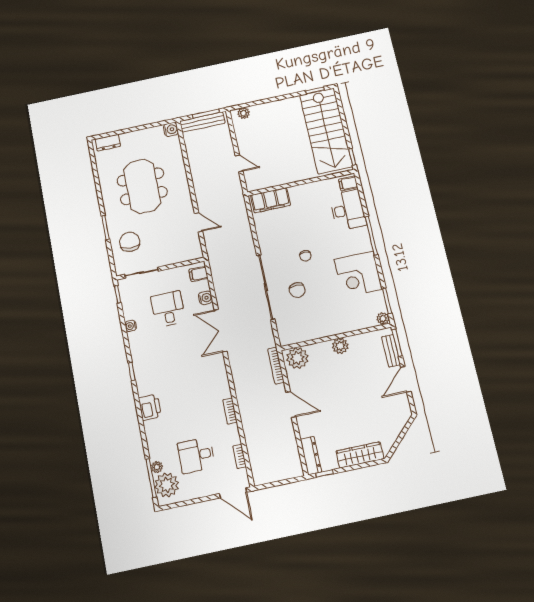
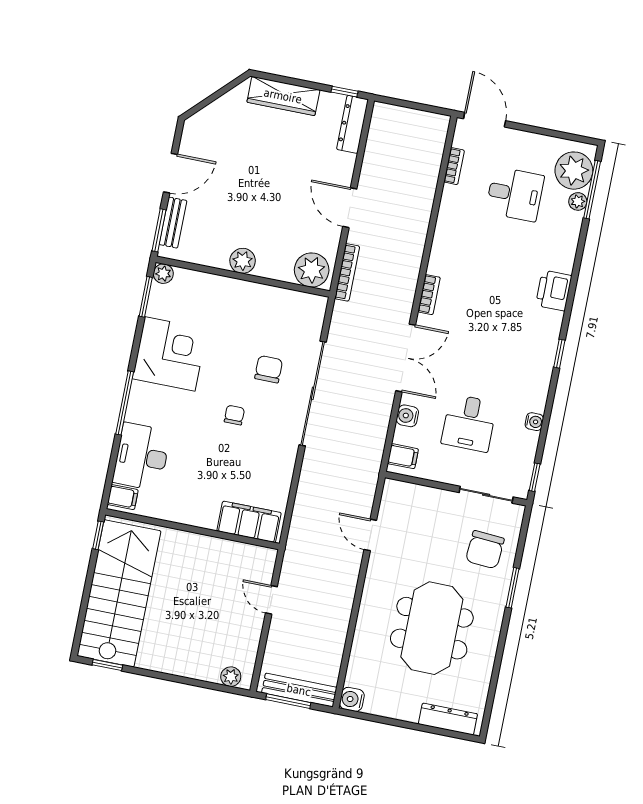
dresser: (108, 143) -> (448, 719), width x1.44
bookcase: (230, 411) -> (429, 295), moved

